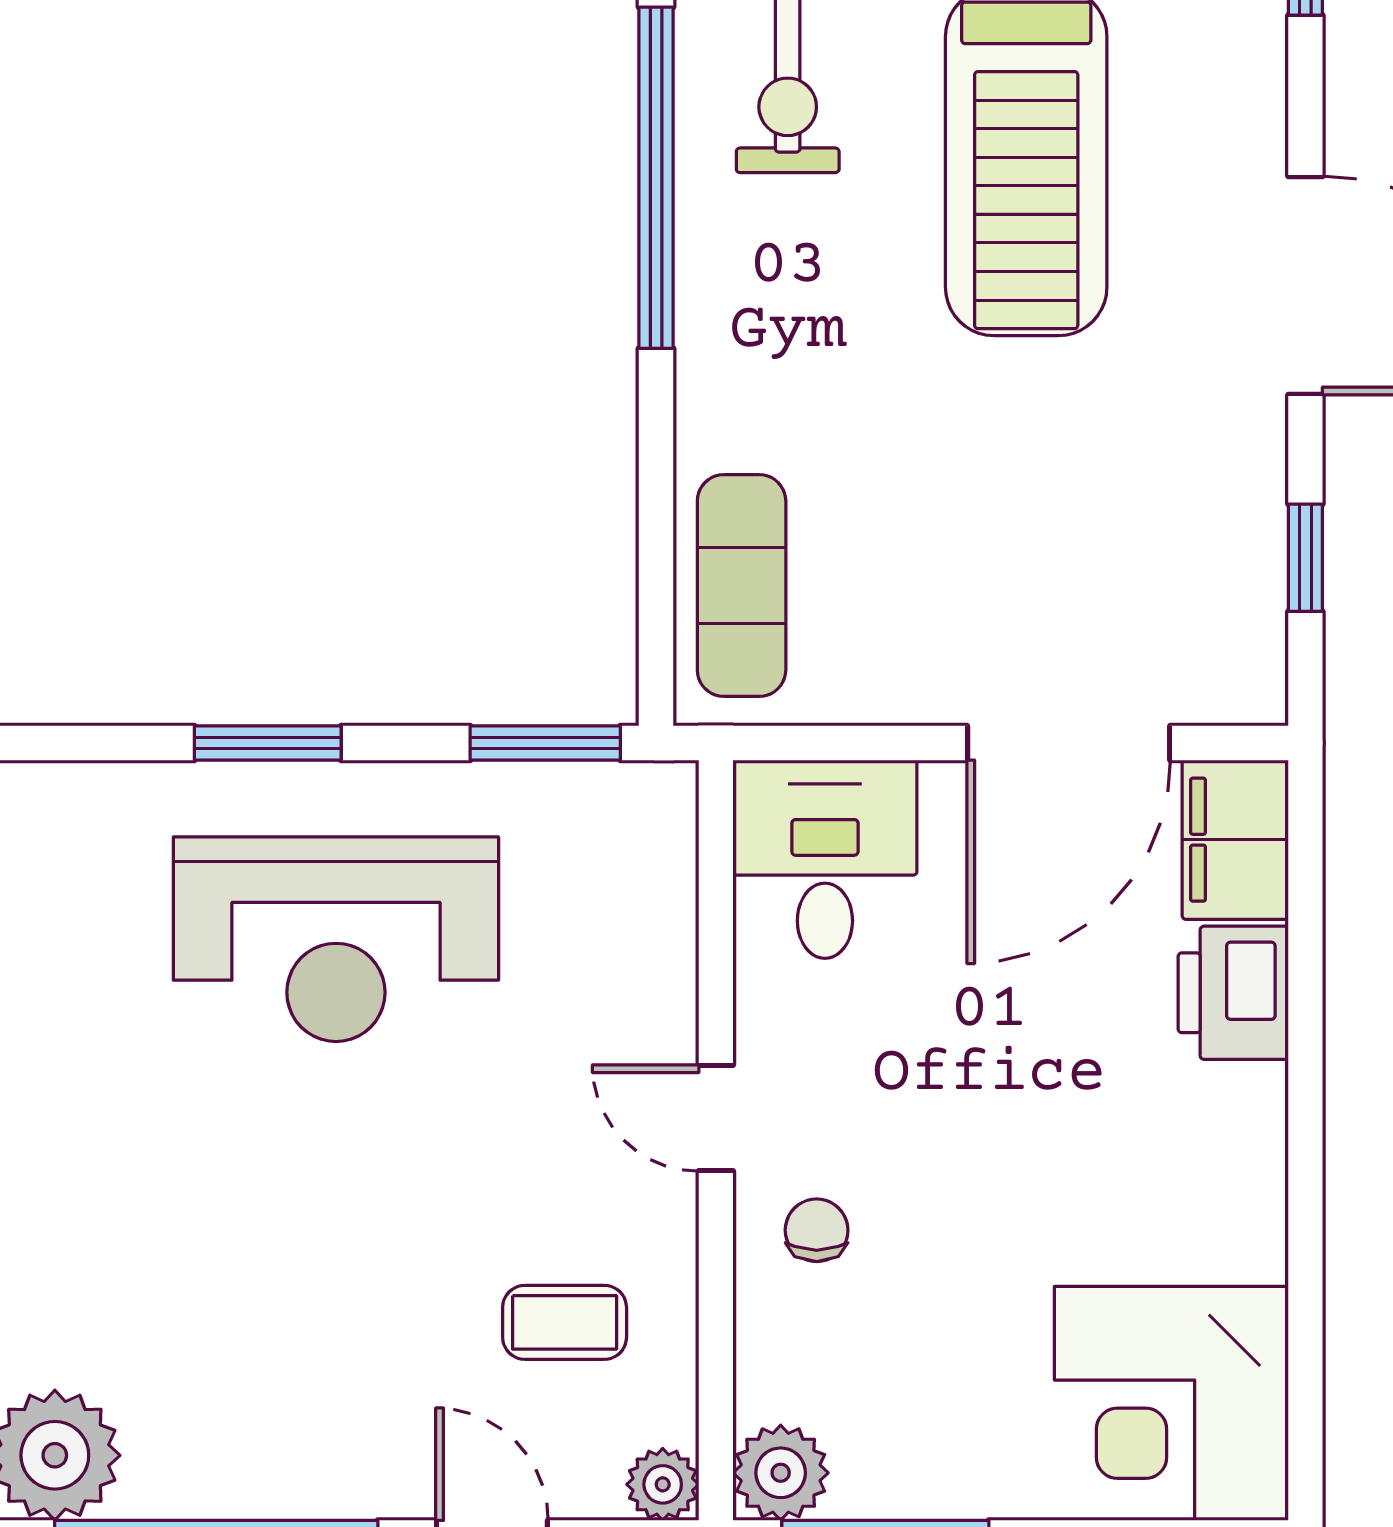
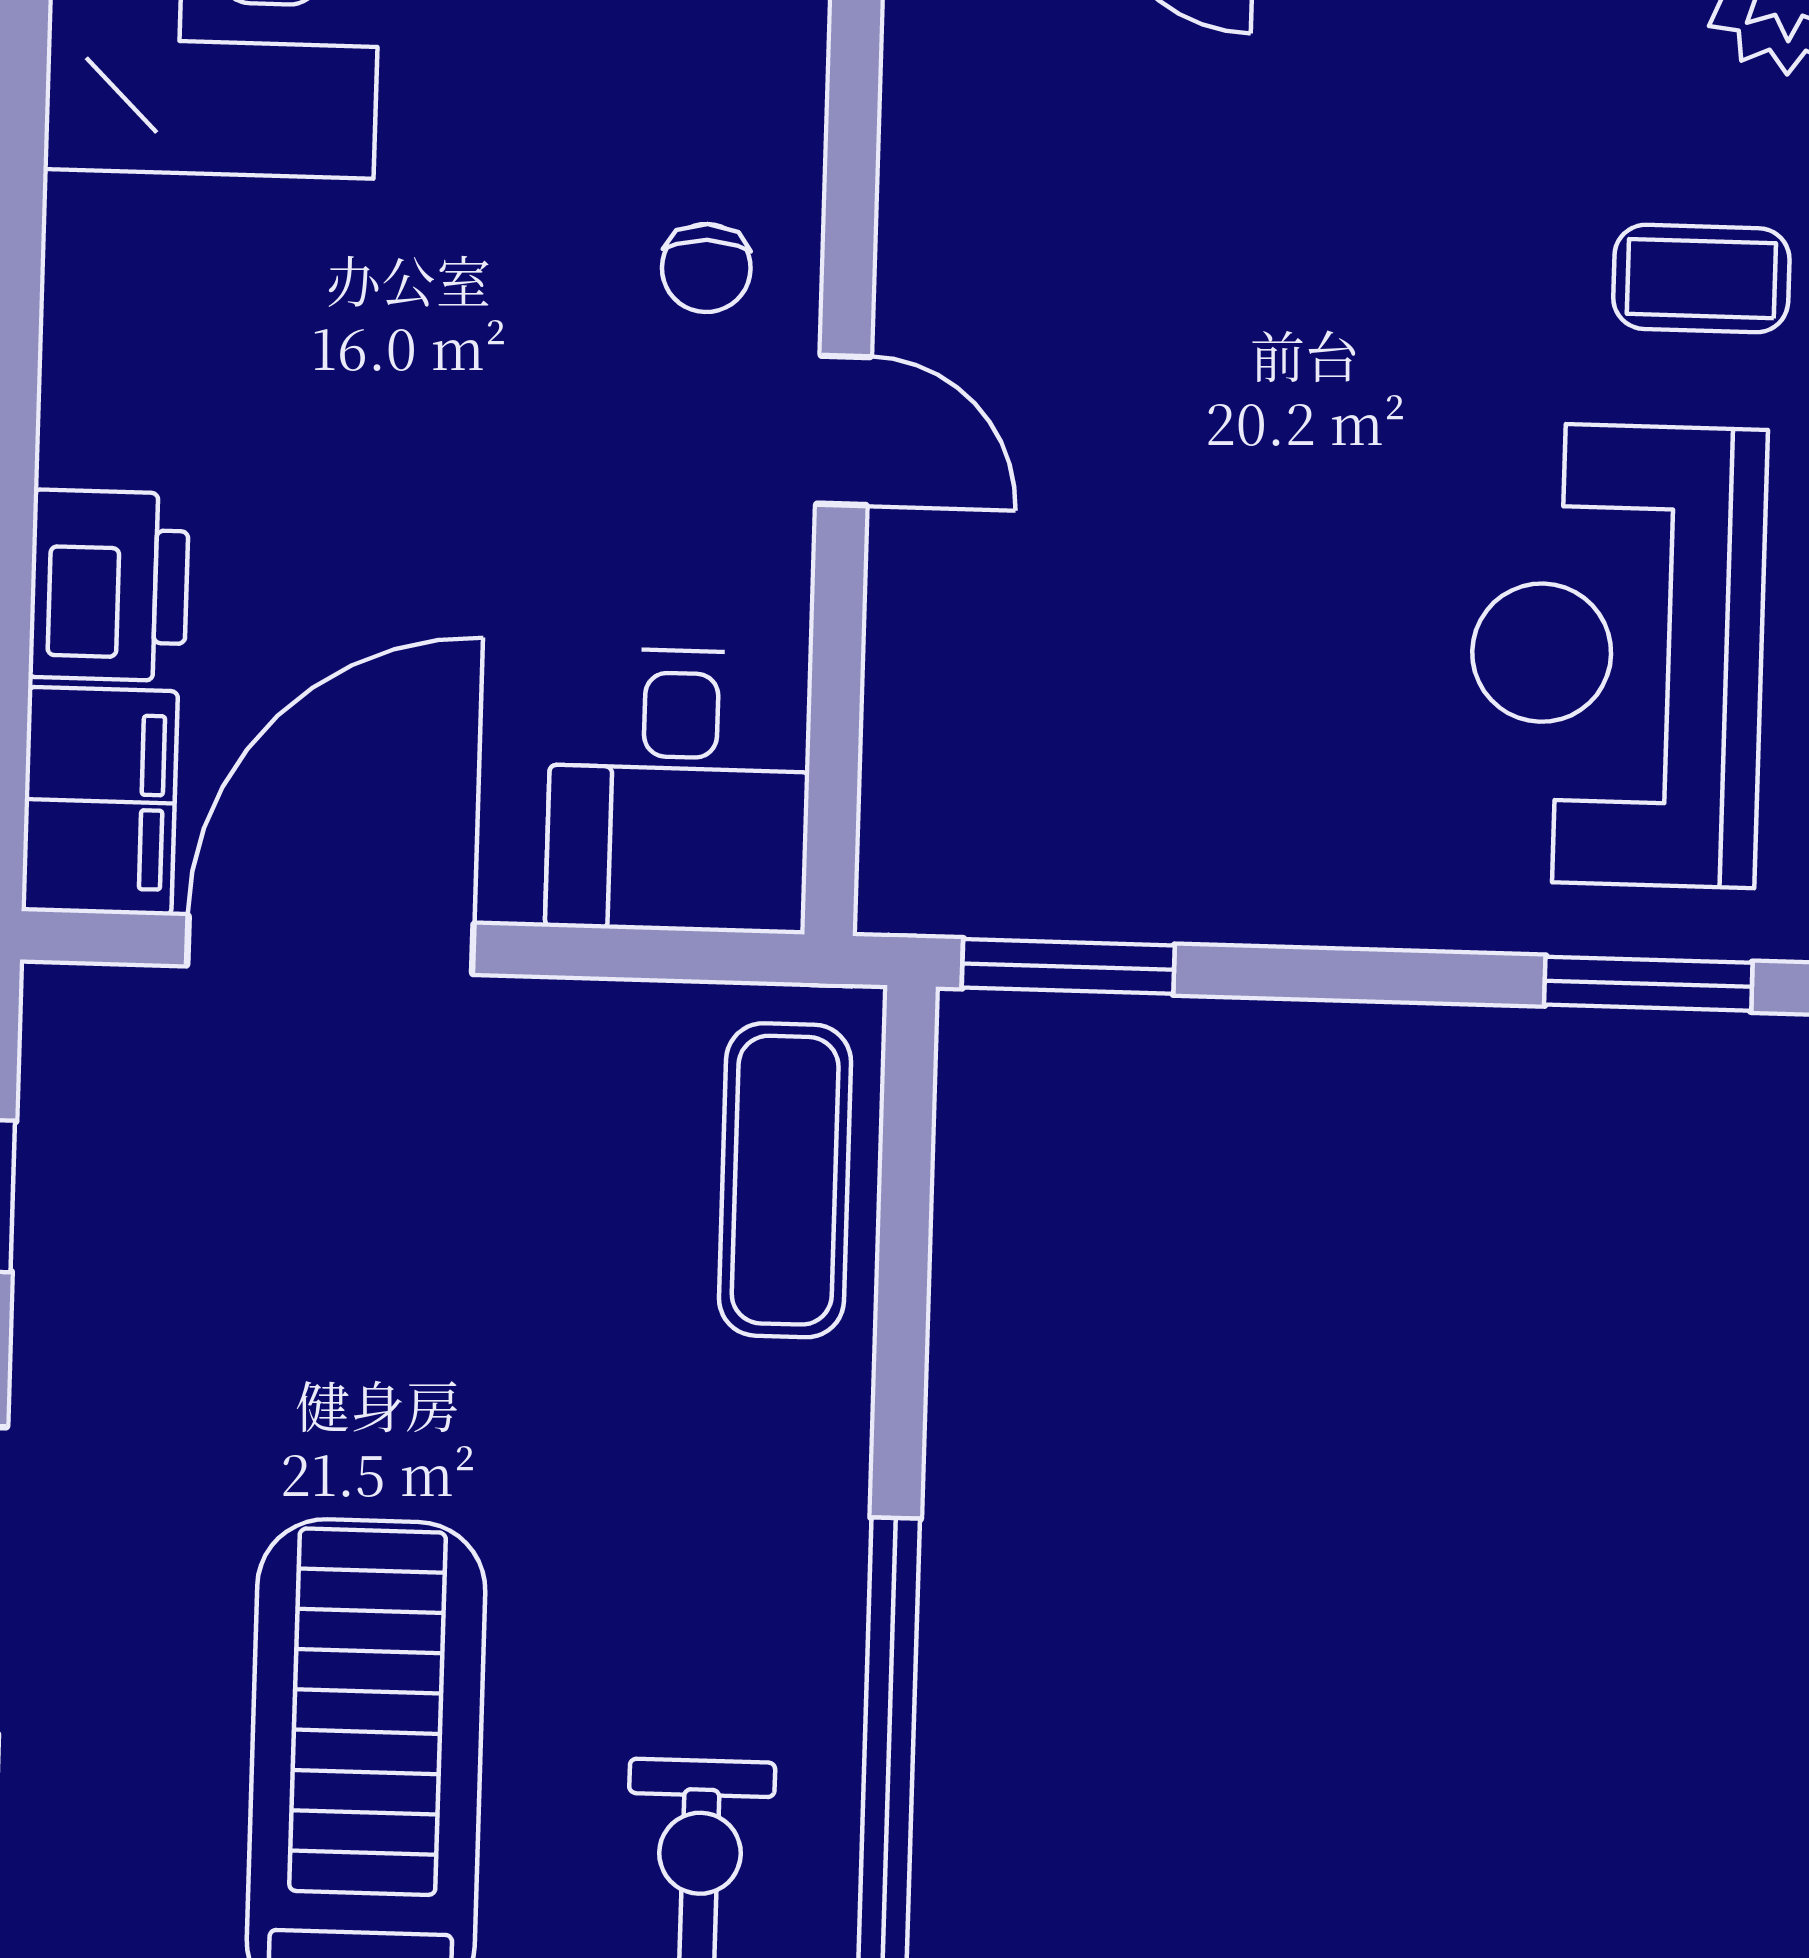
window: (268, 743) -> (1648, 984), moved
reception desk: (336, 939) -> (1617, 655), moved, turned -90
coffee table: (565, 1322) -> (1701, 279), moved

